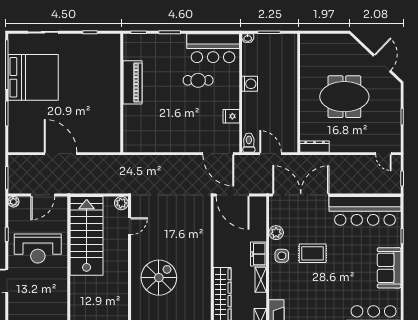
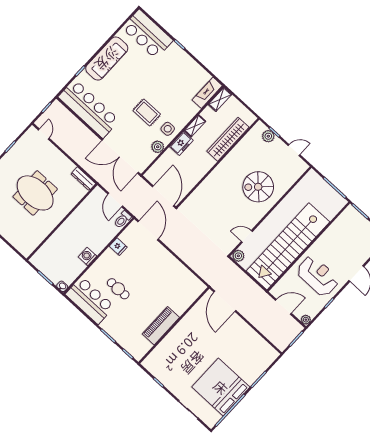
door: (61, 154) -> (225, 301), moved
stairs: (87, 236) -> (288, 246), width x1.36
sofa: (389, 268) -> (107, 59), width x1.36

